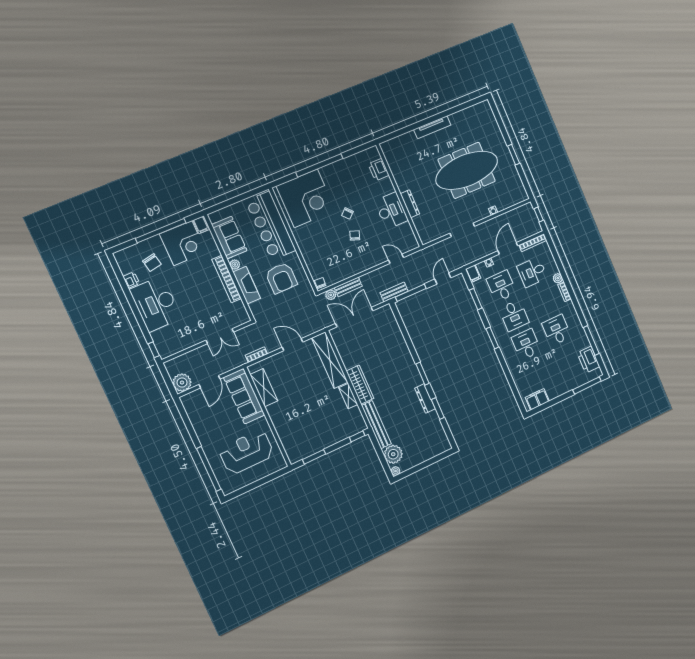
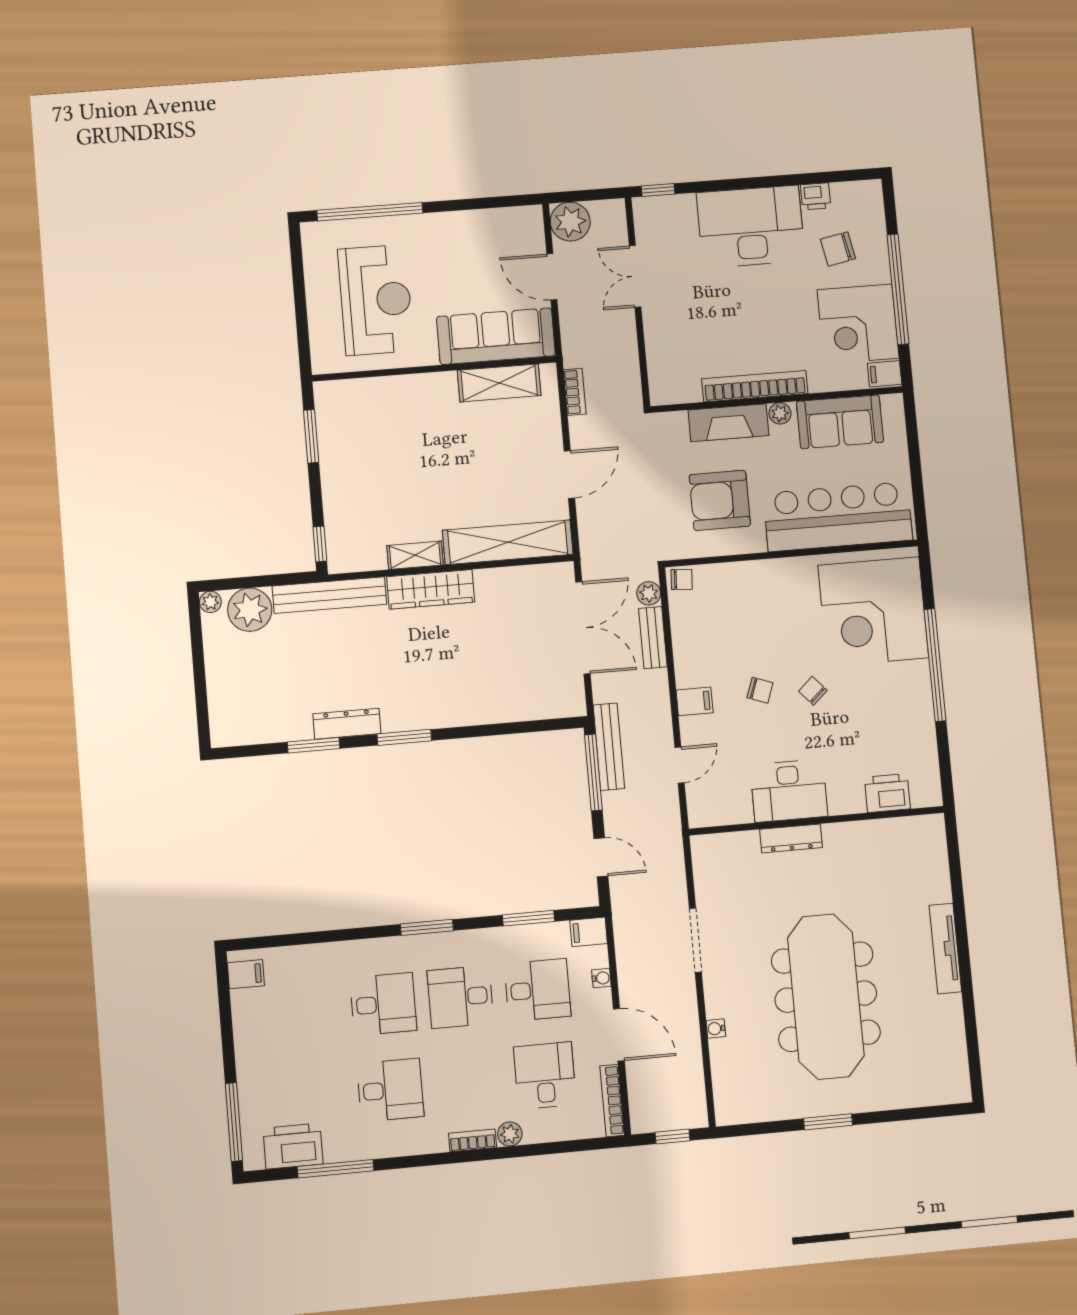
filing cabinet: (368, 261) -> (695, 701), added
bench: (394, 292) -> (609, 747), width x1.36
double door: (220, 336) -> (635, 276), moved
filing cabinet: (537, 399) -> (246, 974), width x0.50

